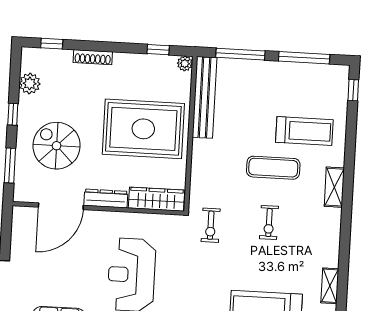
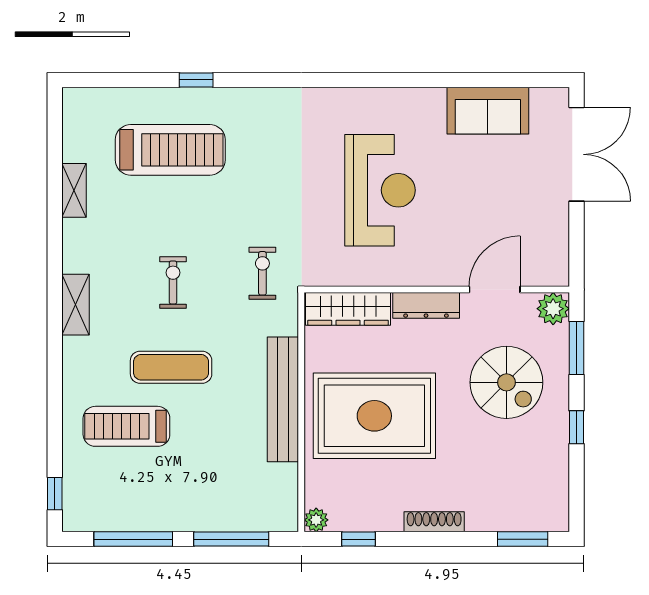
window: (52, 44) -> (523, 539), width x1.50
shoe rack: (93, 57) -> (434, 522), moved
plant: (30, 83) -> (553, 309), moved
bench: (204, 97) -> (283, 399), moved
shelving: (334, 187) -> (75, 305), moved
door: (61, 206) -> (495, 290), width x0.73

